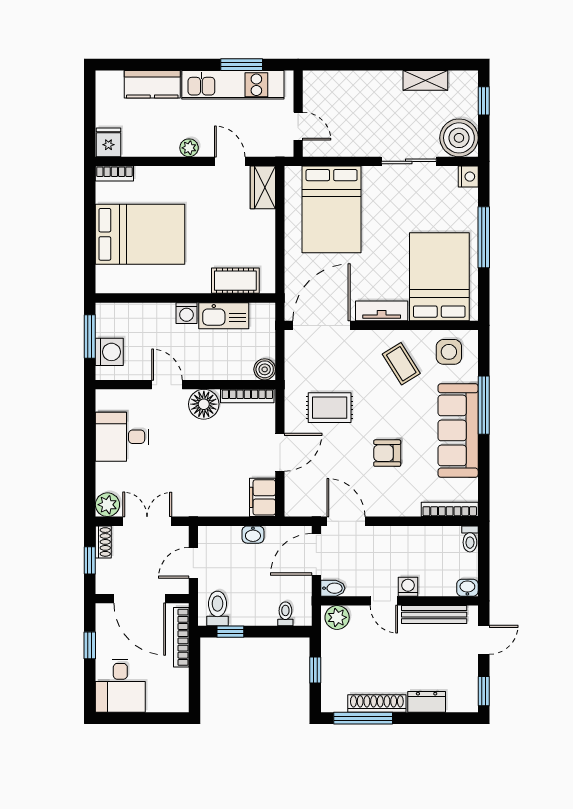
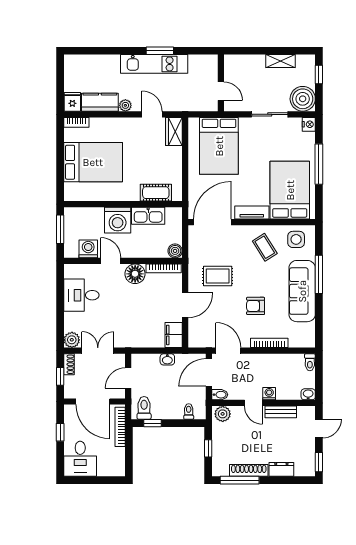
kitchen counter: (152, 84) -> (100, 102), moved, turned 180
wall: (298, 114) -> (221, 83), moved
door: (298, 126) -> (221, 91), moved
washing machine: (186, 313) -> (118, 220), width x1.89, depth x1.89
washing machine: (109, 352) -> (88, 249), moved, turned -90
bookcase: (450, 509) -> (269, 343), moved
bench: (434, 615) -> (281, 412), width x0.73

